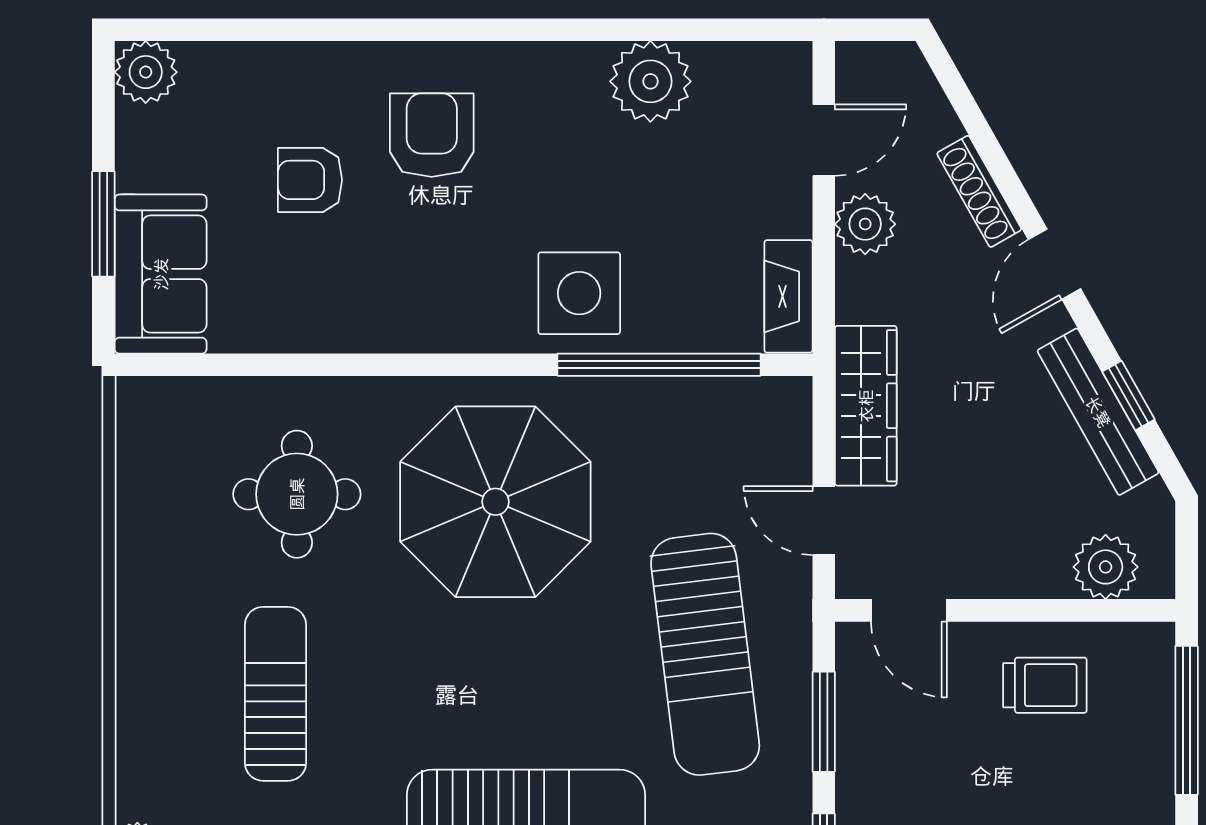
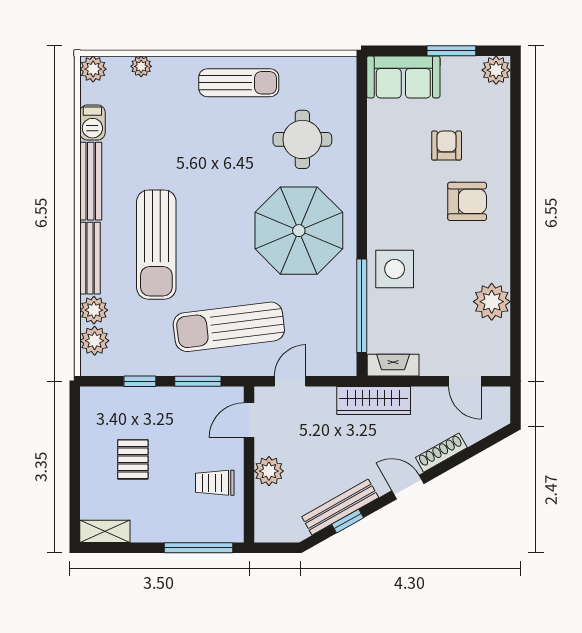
window: (103, 224) -> (451, 51), moved
plant: (865, 224) -> (426, 400), removed
wardrobe: (866, 406) -> (374, 401), moved
plant: (1106, 567) -> (269, 471), moved
trolley: (1045, 685) -> (215, 483), turned 90
sun lounger: (275, 694) -> (239, 83), moved

